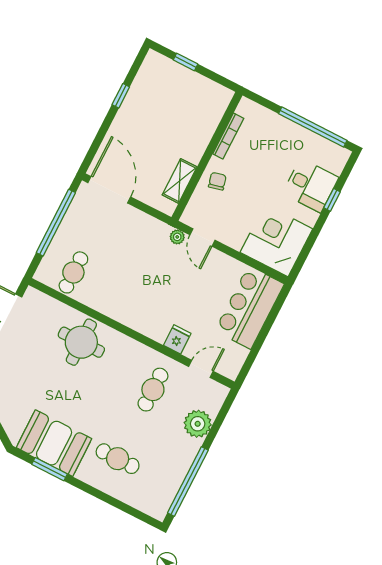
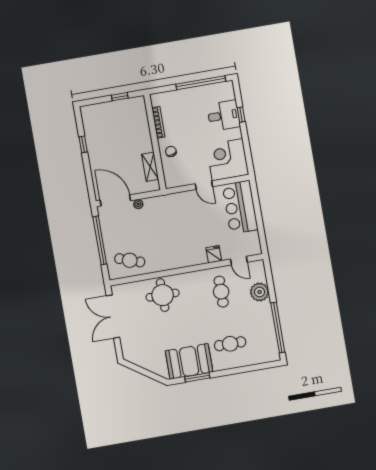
window: (186, 62) -> (120, 97), moved
plant: (177, 237) -> (138, 204), moved
door: (203, 237) -> (204, 185), moved
cafe table: (73, 272) -> (130, 260), turned -71
door: (201, 369) -> (239, 261), swing flipped

